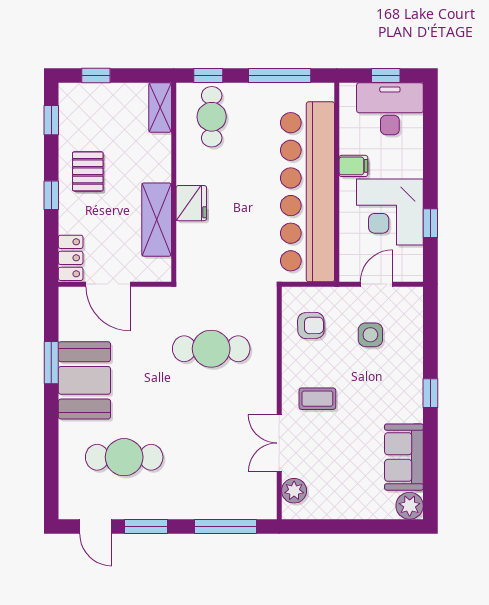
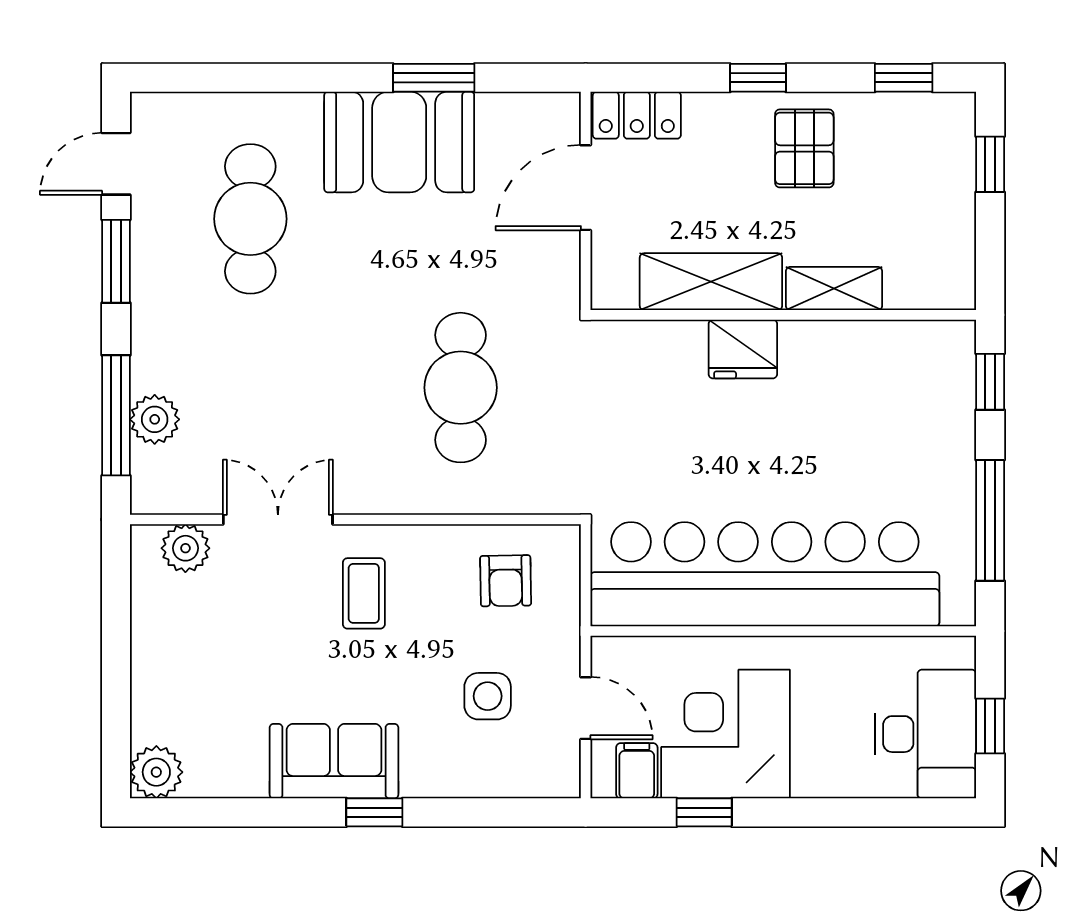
shelving: (160, 108) -> (834, 289), moved
cafe table: (212, 117) -> (910, 389), removed
filing cabinet: (353, 166) -> (637, 771), moved, turned 180
pallet: (88, 171) -> (804, 148), turned 90
sofa: (404, 457) -> (334, 761), moved
plant: (228, 507) -> (155, 419), added

